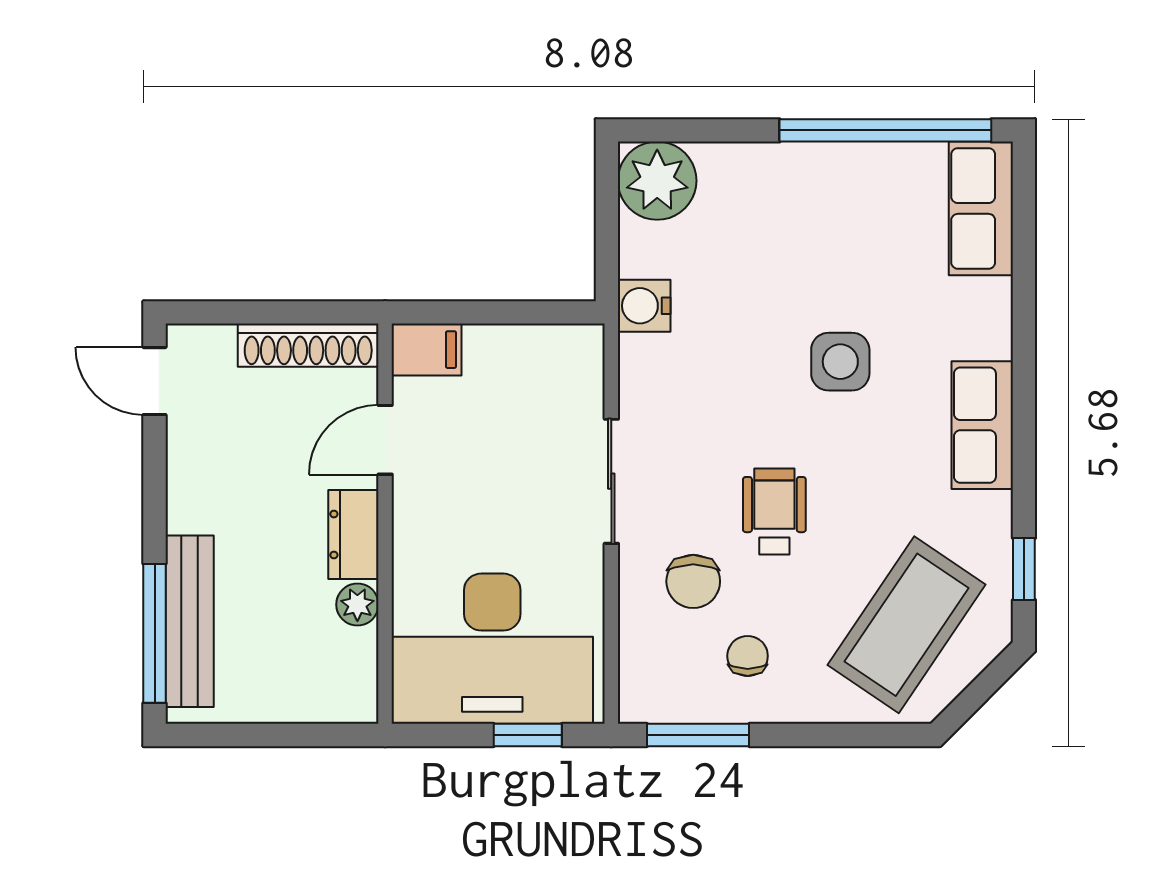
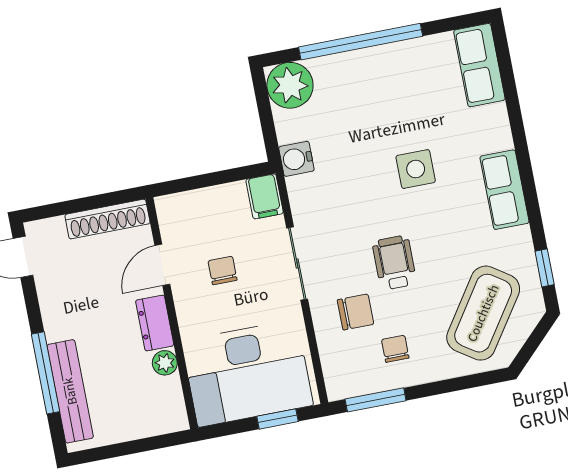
window: (885, 130) -> (361, 42), moved
filing cabinet: (427, 350) -> (265, 196), moved, turned 90
chair: (484, 469) -> (223, 271), added
chair: (693, 581) -> (356, 312), turned -90
window: (155, 633) -> (46, 373), moved

